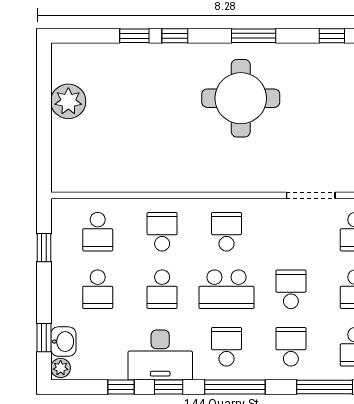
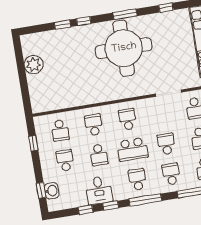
round table: (241, 98) -> (124, 48), width x1.36, depth x1.36
school desk: (98, 289) -> (65, 160), turned 180
desk: (160, 355) -> (99, 190), width x0.73
plant: (61, 368) -> (52, 205), removed

